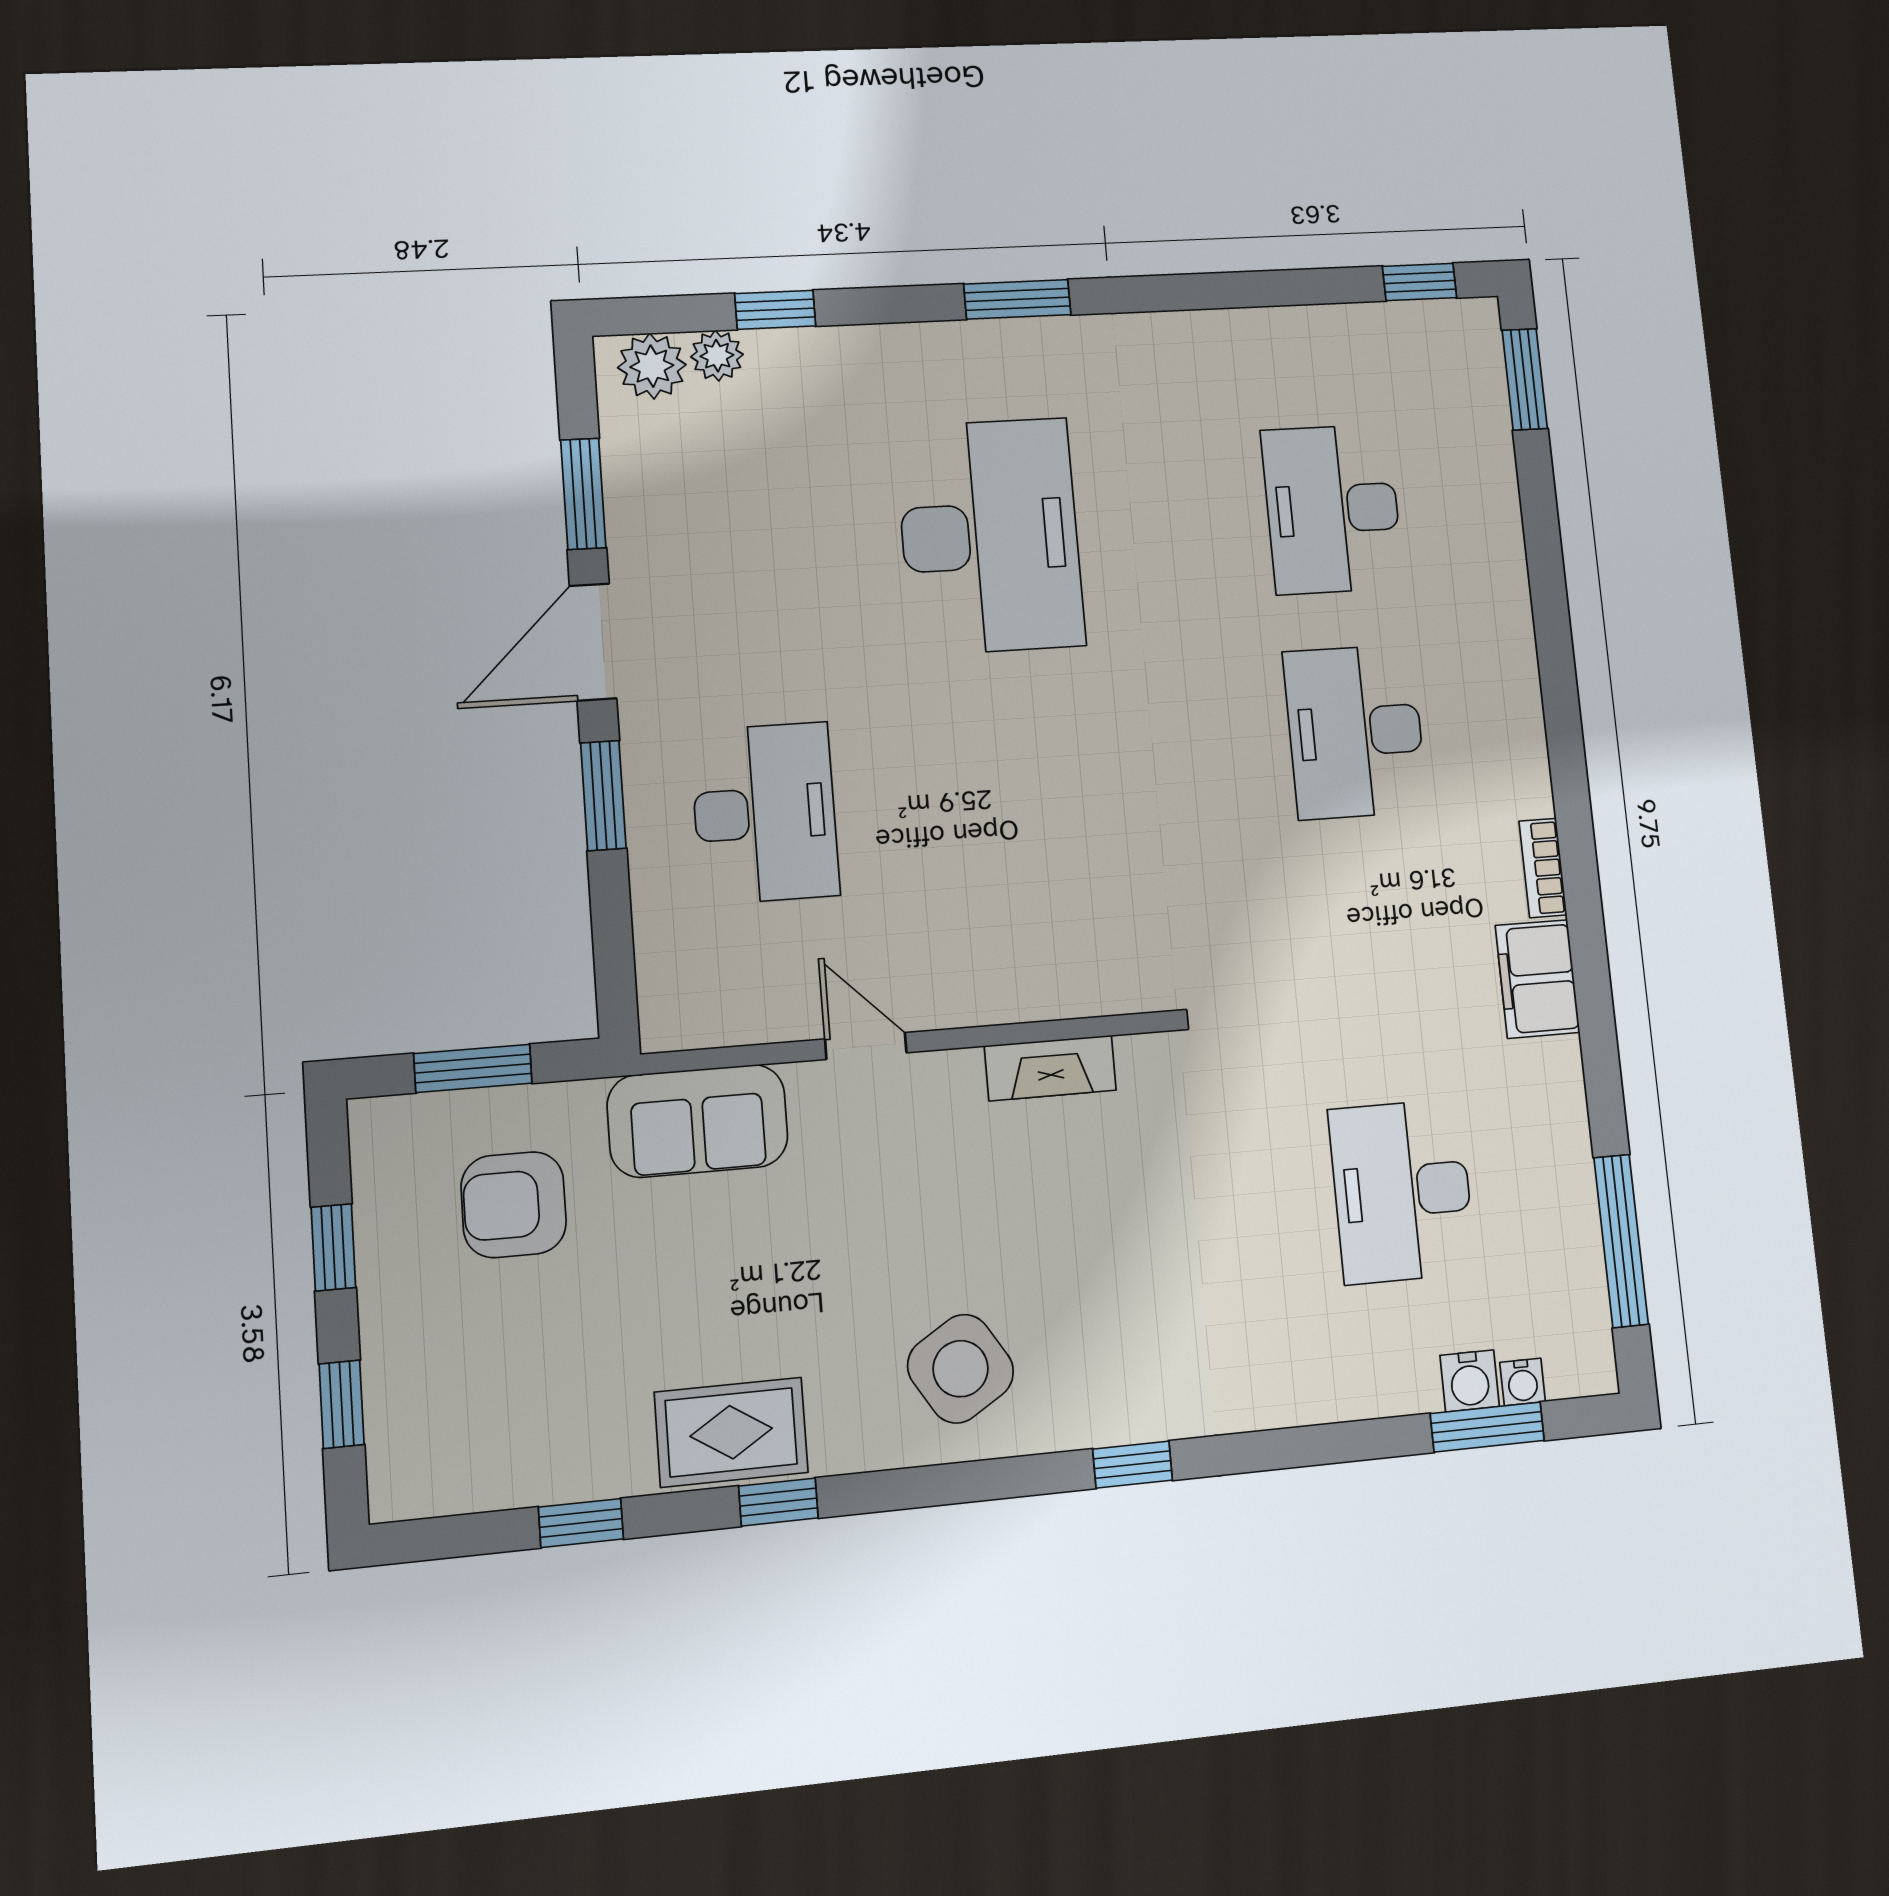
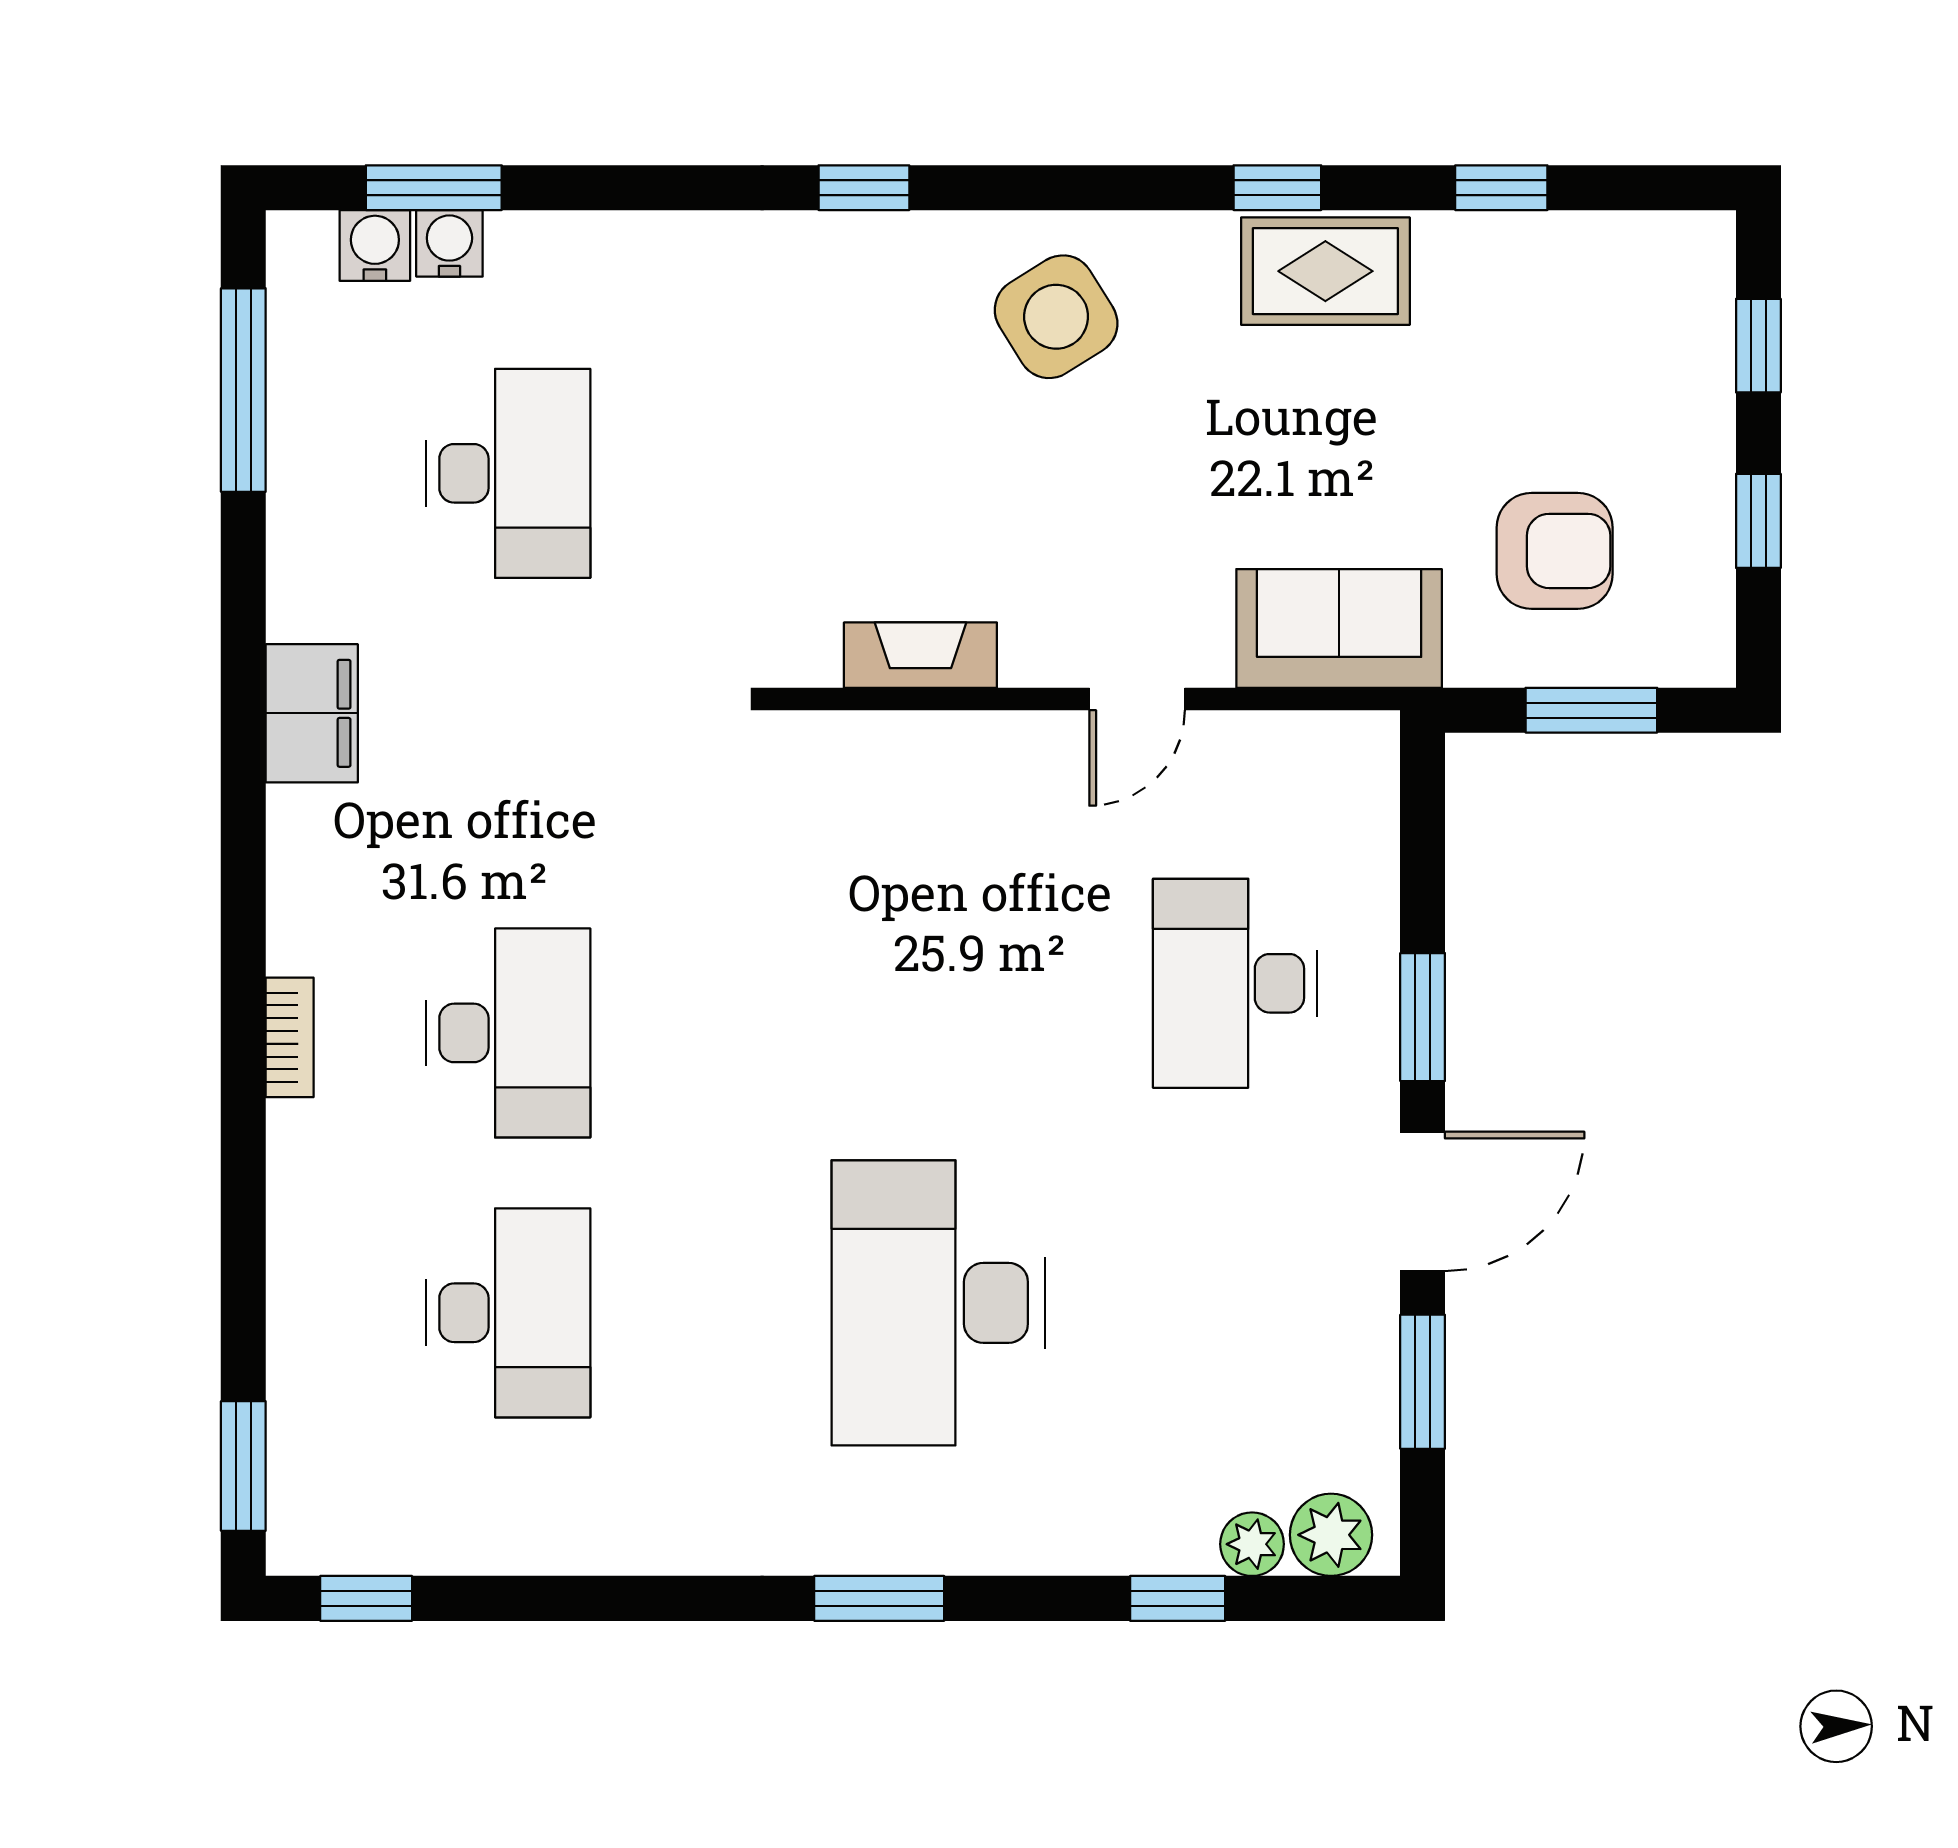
bookcase: (1543, 868) -> (290, 1037), moved
door: (866, 1046) -> (1137, 699), hinge flipped
water cooler: (1523, 1382) -> (375, 245), width x1.38, depth x1.38

